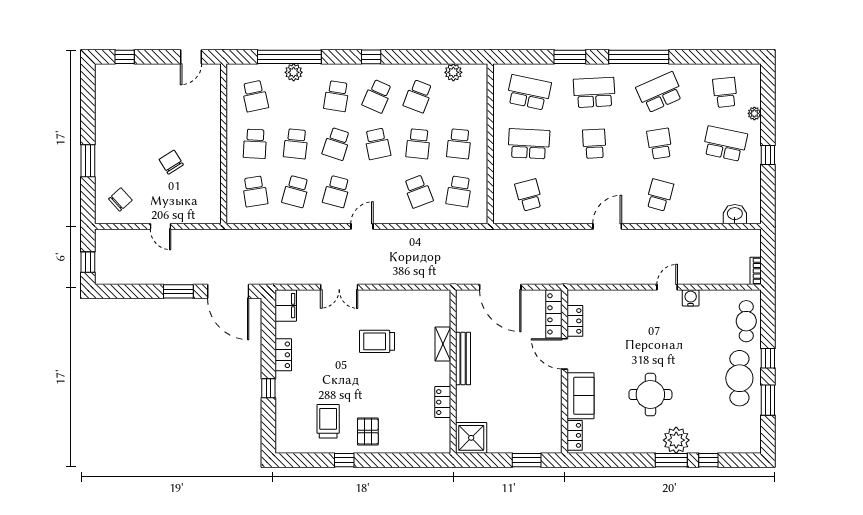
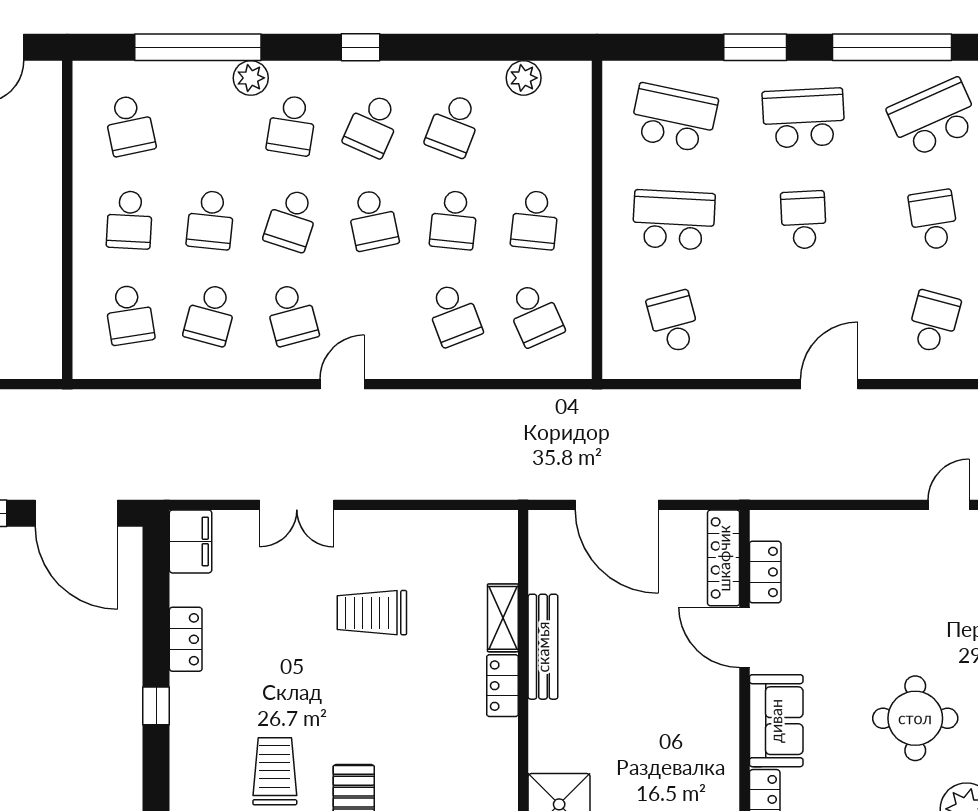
plant: (294, 72) -> (251, 78), moved
school desk: (337, 191) -> (292, 315), turned -30
school desk: (459, 191) -> (535, 315), turned -33
locker: (443, 402) -> (502, 686), moved

